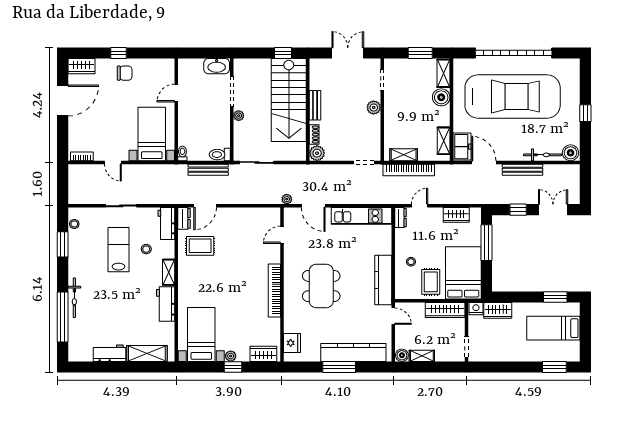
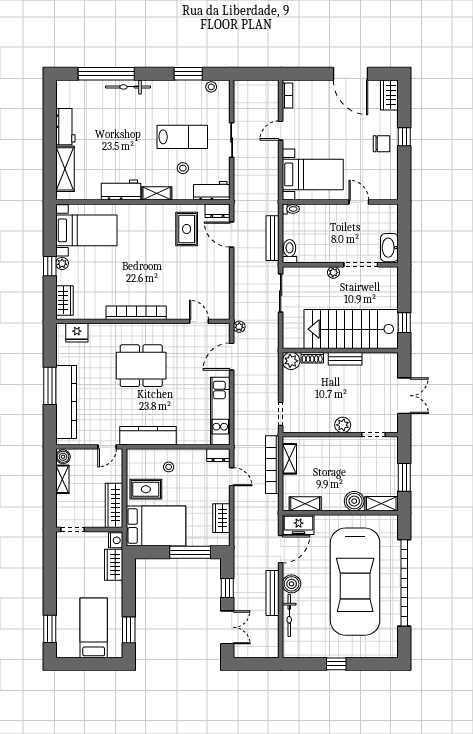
chair: (125, 73) -> (381, 144), turned -90
boiler: (571, 153) -> (292, 584), moved

